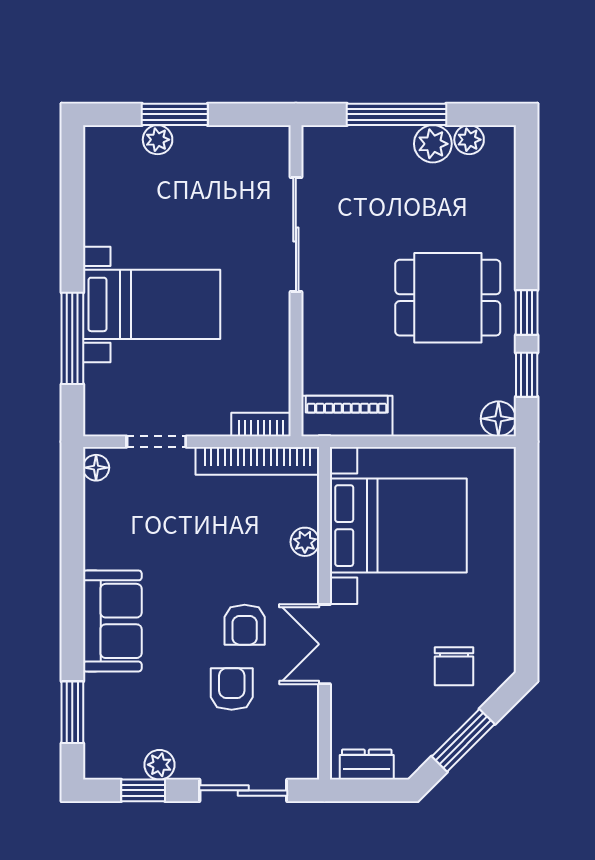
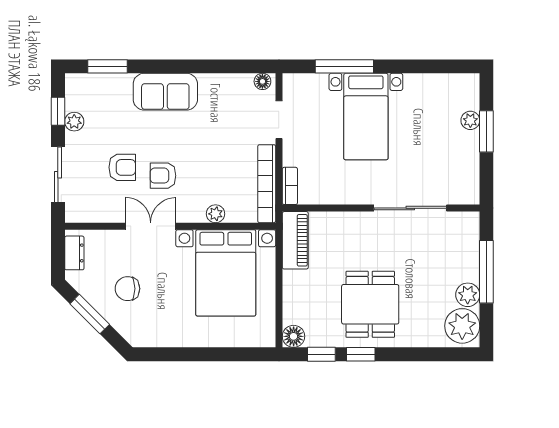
plant: (469, 140) -> (462, 326), width x1.88, depth x1.88
chair: (454, 666) -> (127, 289), moved

